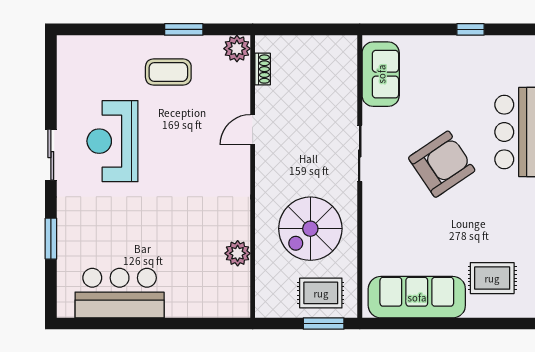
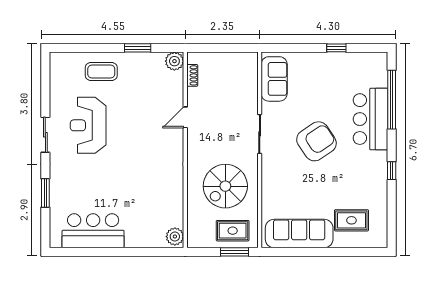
coffee table: (168, 72) -> (101, 72), moved
plant: (238, 253) -> (175, 237), moved

